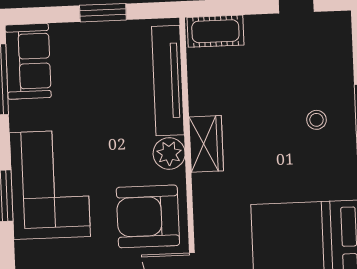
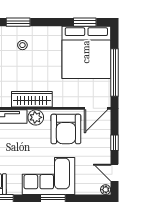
wardrobe: (206, 144) -> (32, 99), width x1.50

